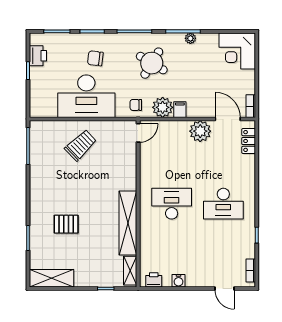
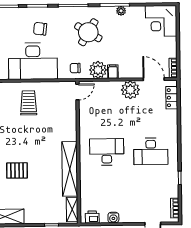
trolley: (81, 145) -> (29, 103), turned -46

